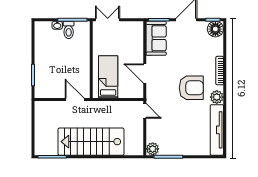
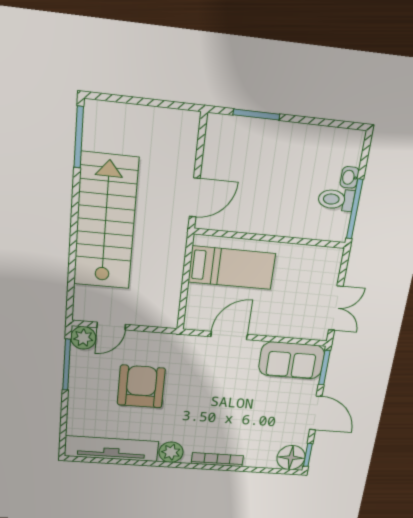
double door: (108, 20) -> (336, 308), moved
armchair: (191, 88) -> (141, 387), moved, turned 180
door: (145, 111) -> (111, 326), moved

